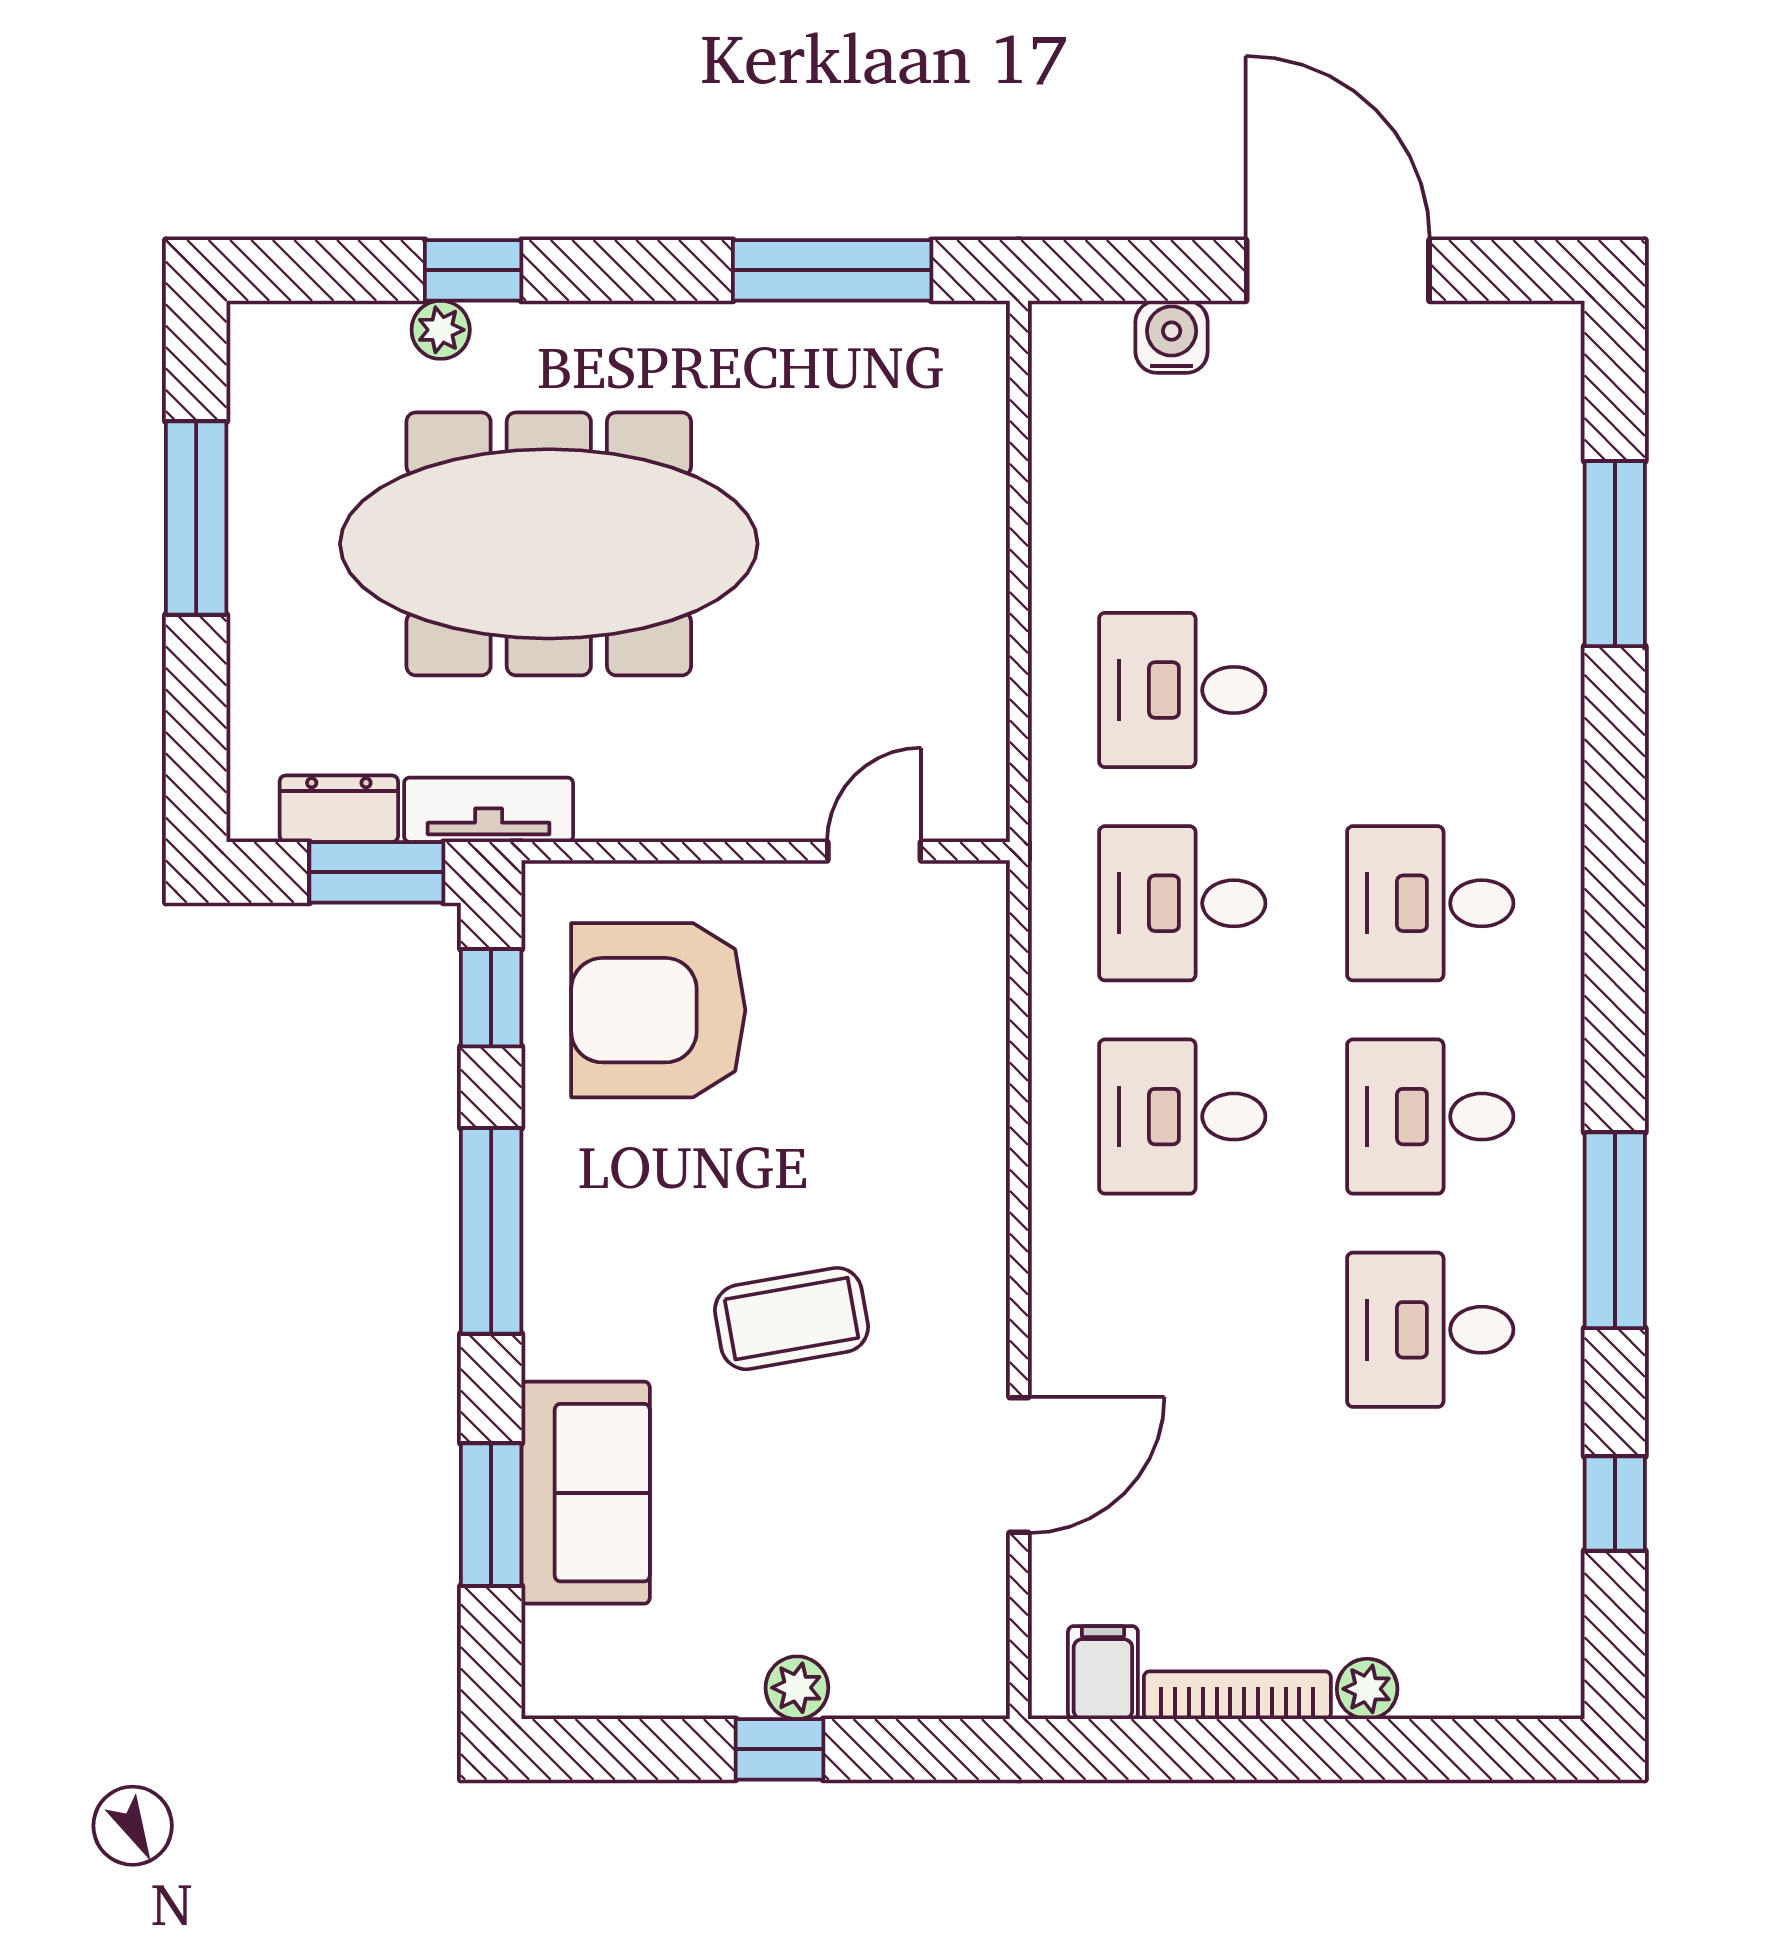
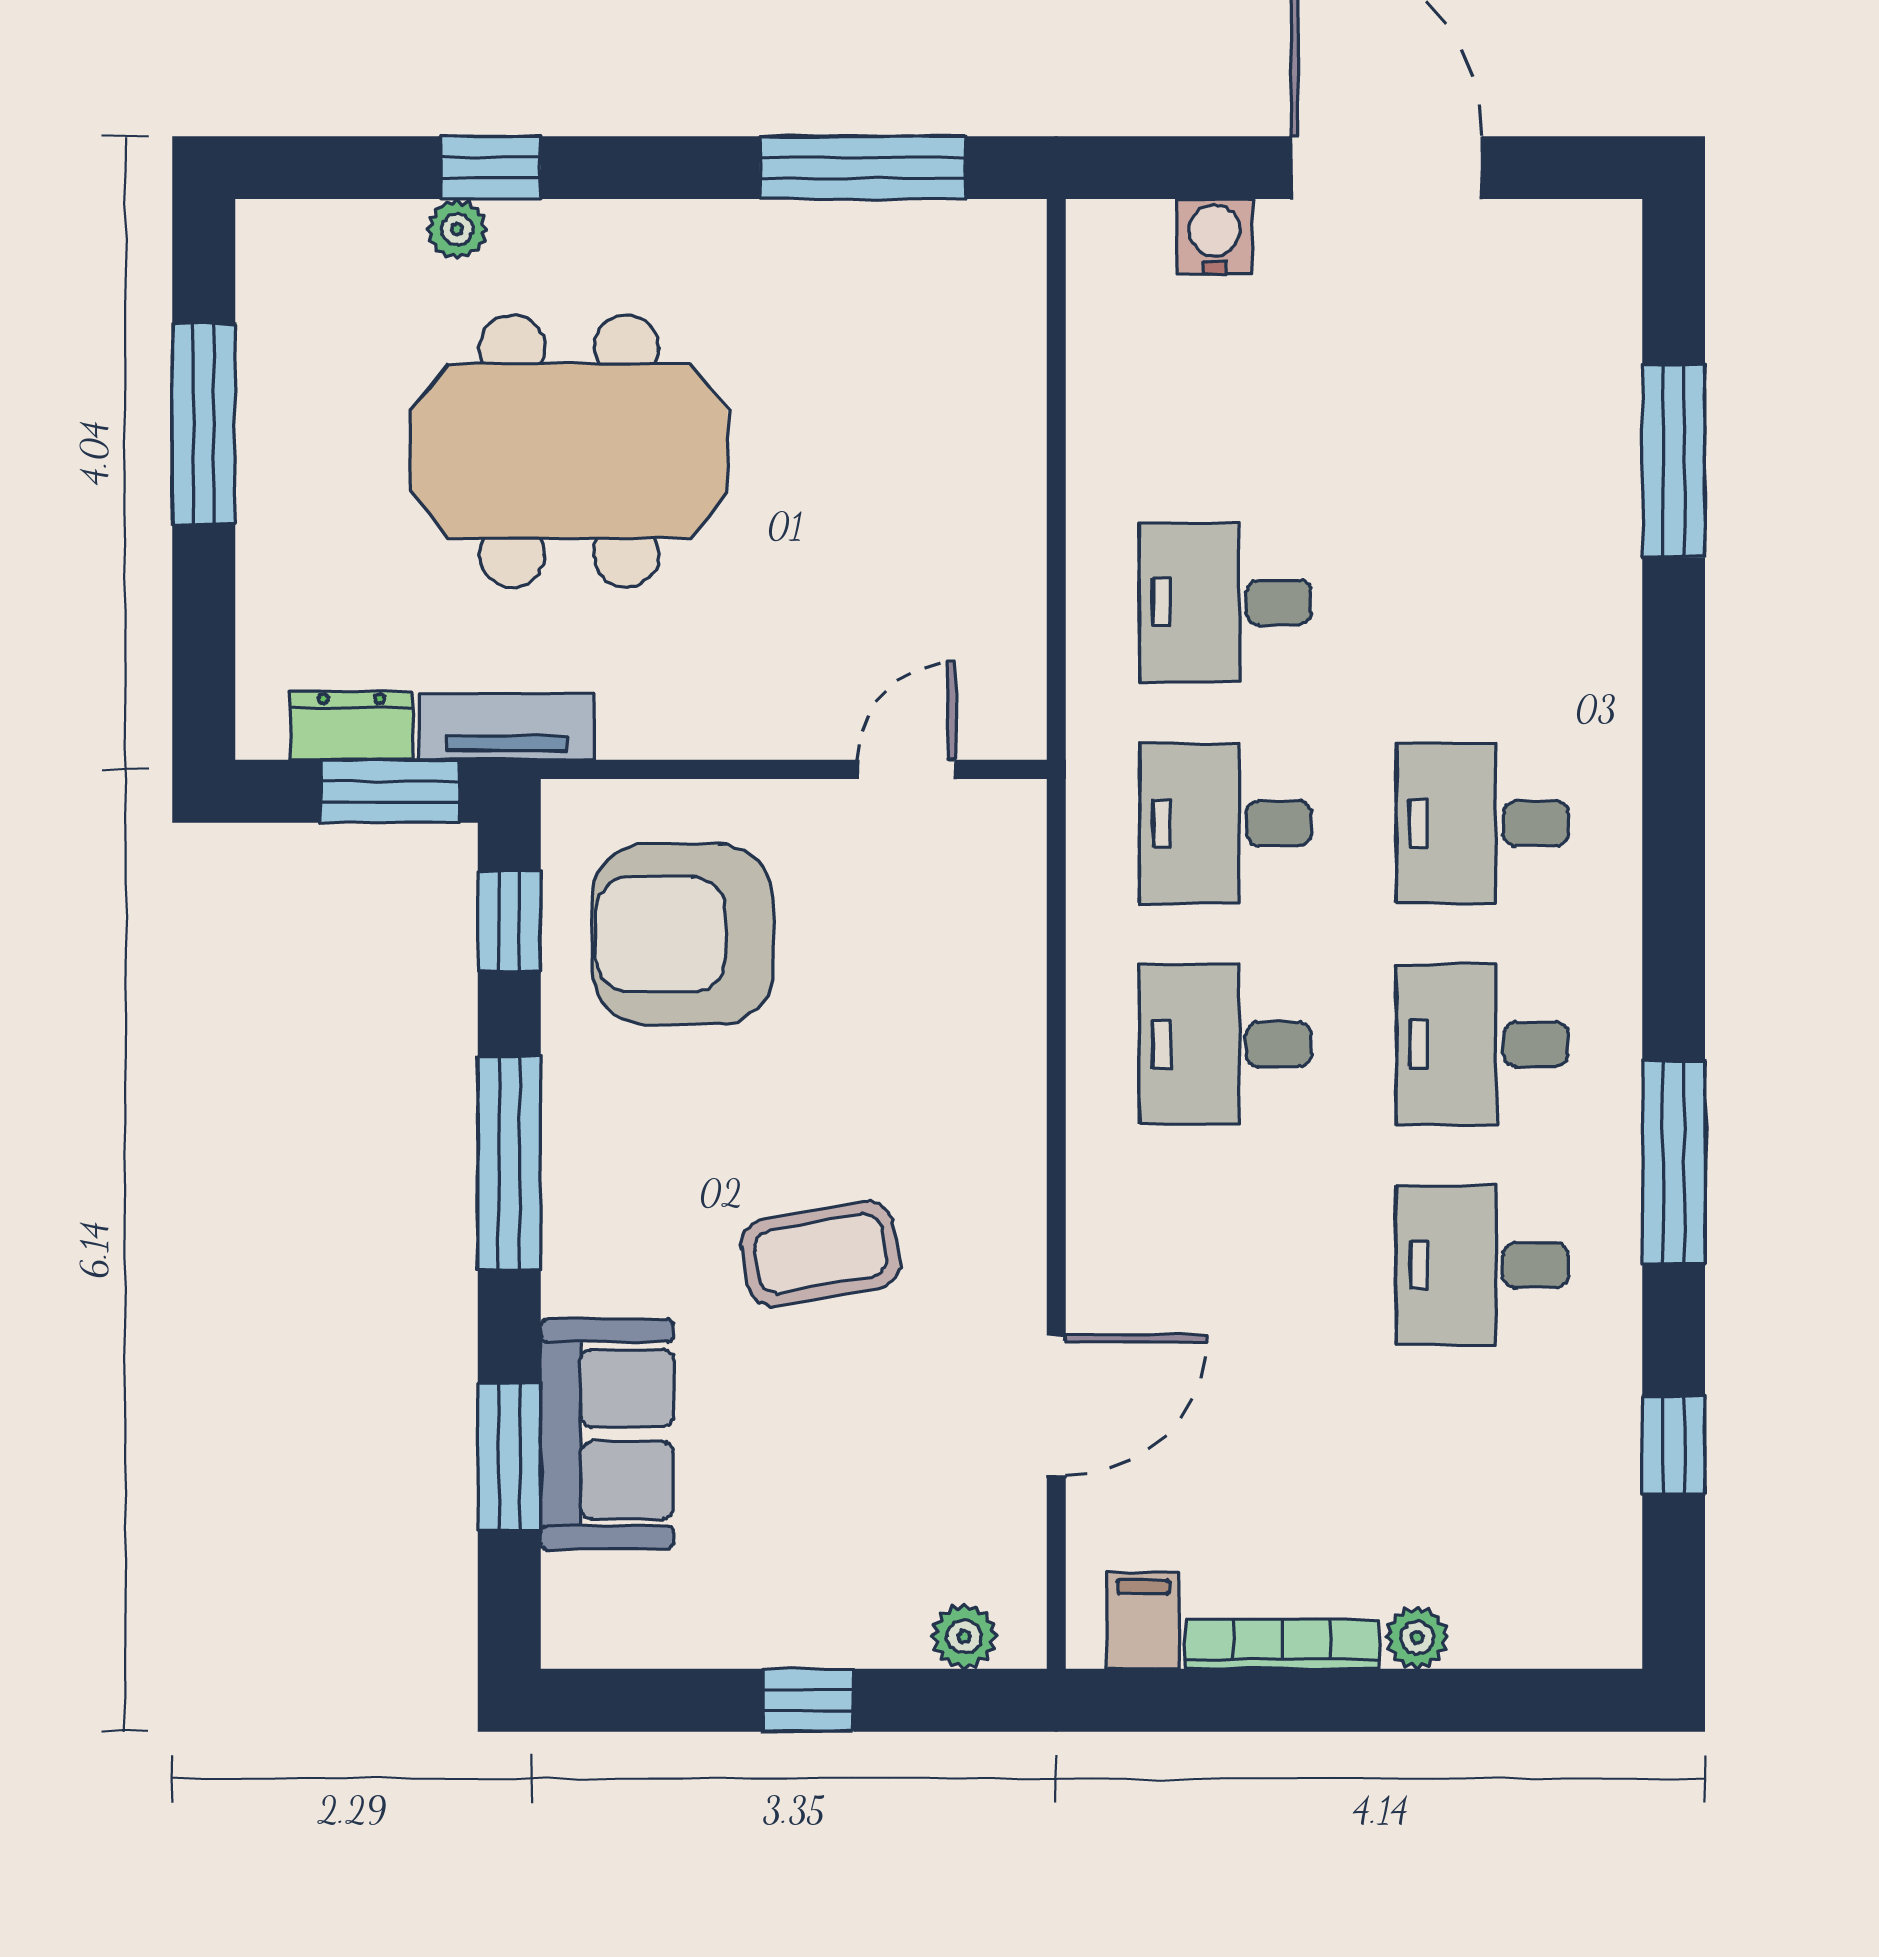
meeting table: (549, 544) -> (569, 451), width x0.73
plant: (797, 1688) -> (964, 1636), moved

